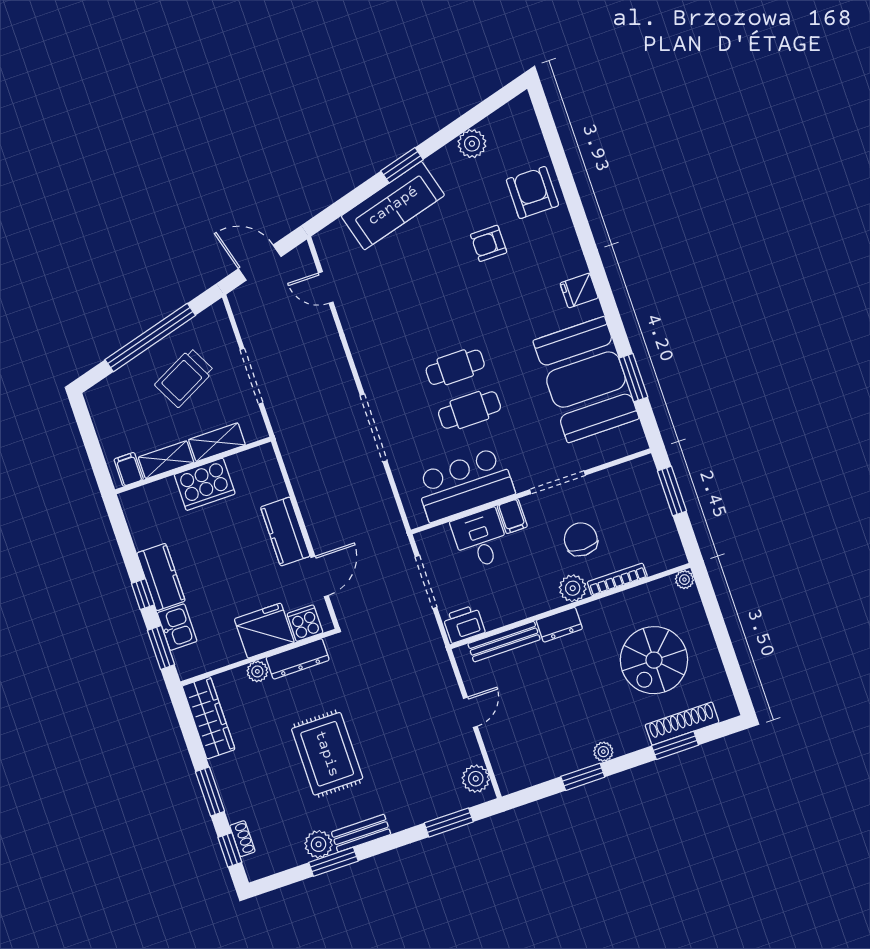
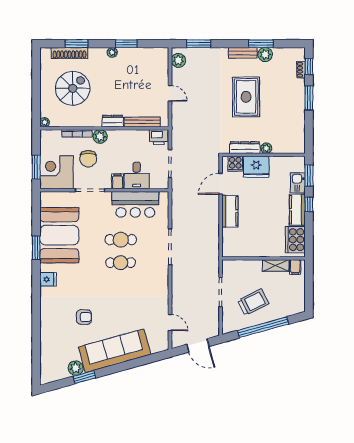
window: (402, 165) -> (84, 377), moved
armchair: (532, 193) -> (54, 334), removed
sofa: (393, 206) -> (115, 351), width x1.36, depth x1.27
window: (633, 378) -> (36, 248), moved
shelving: (217, 442) -> (248, 266), removed
cooker: (205, 484) -> (295, 240), moved, turned -90
corner desk: (631, 494) -> (57, 172), added
door: (470, 712) -> (170, 93), swing flipped
wardrobe: (209, 718) -> (298, 134), removed

